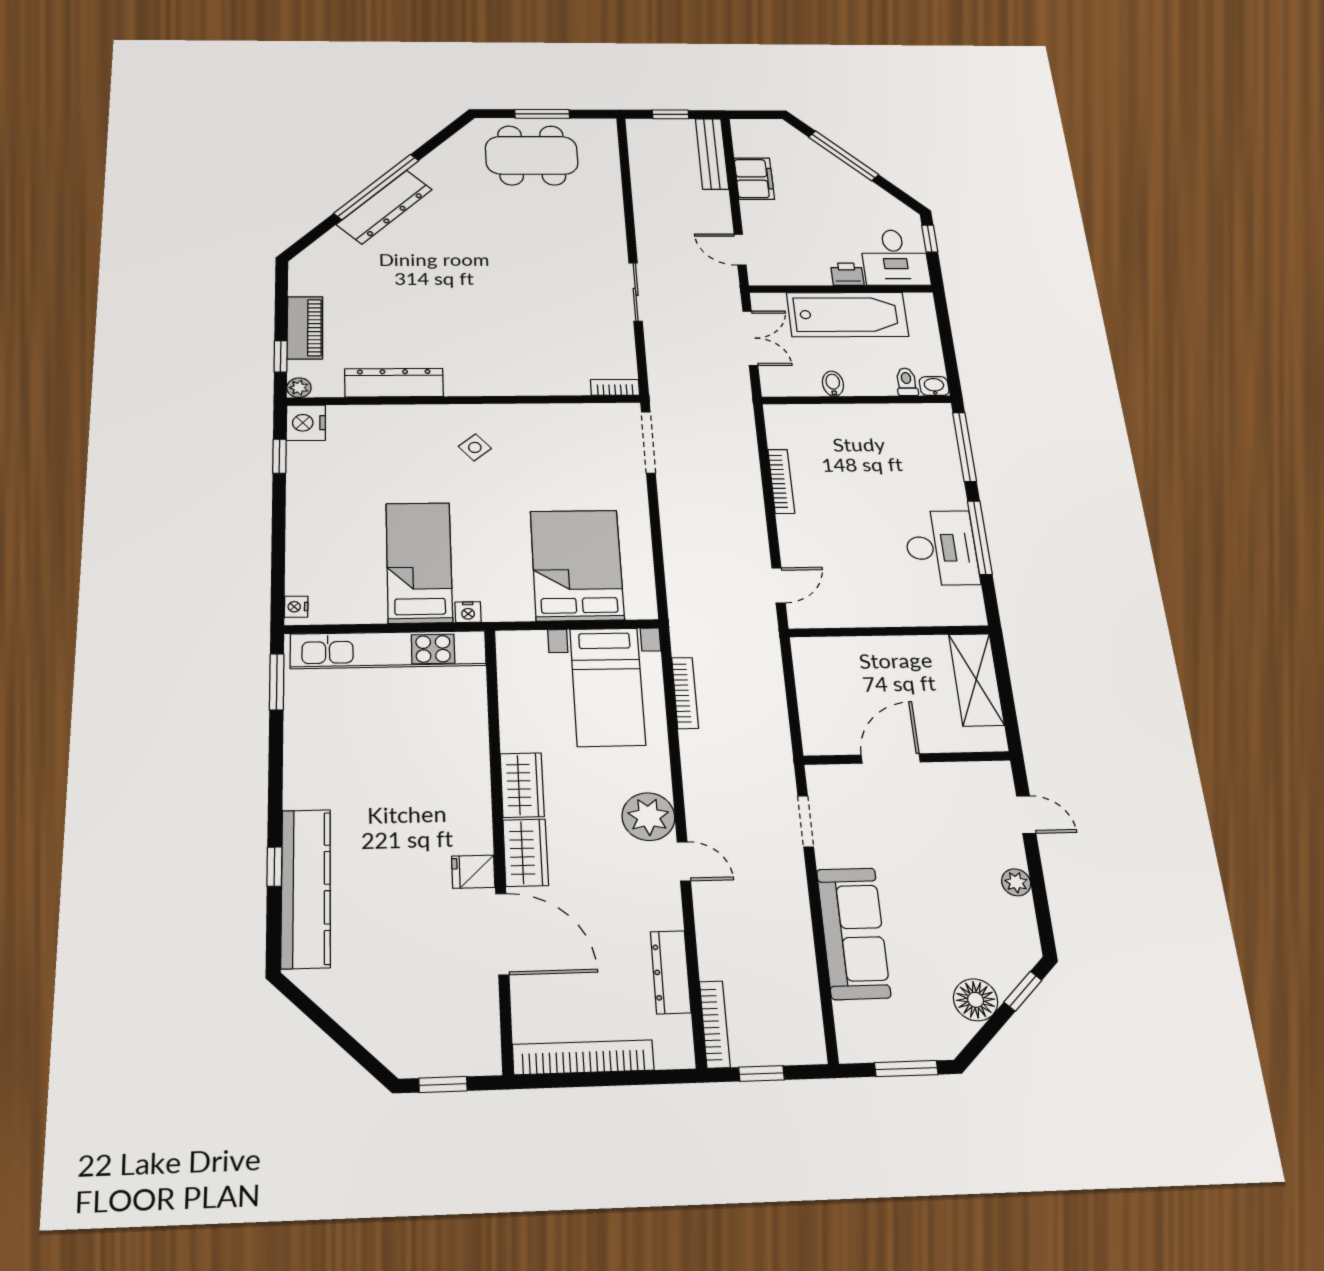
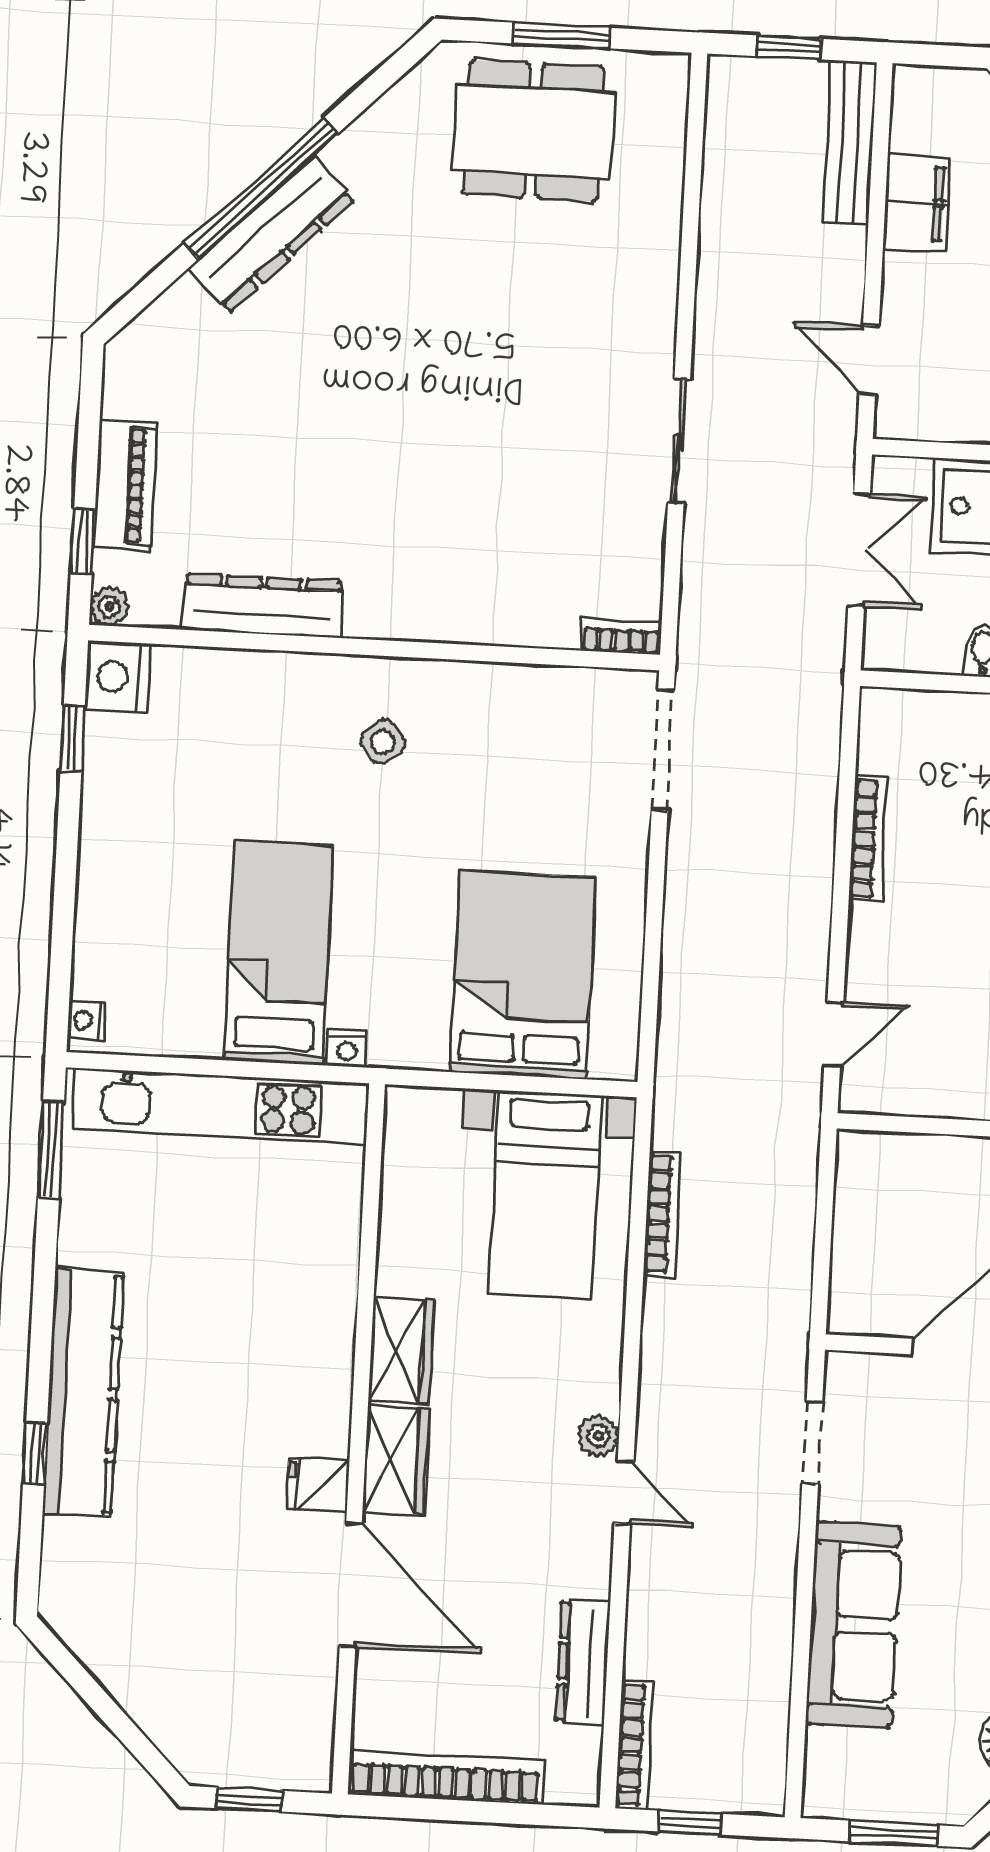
plant: (648, 817) -> (598, 1436), width x0.53, depth x0.53
kitchen counter: (306, 888) -> (83, 1393), moved

